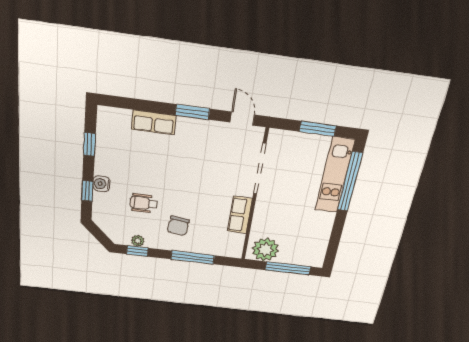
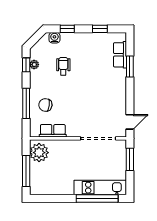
window: (192, 112) -> (130, 67), moved
row of seats: (154, 122) -> (120, 55), moved
window: (318, 129) -> (130, 159), moved
water cooler: (101, 184) -> (54, 38), moved
row of seats: (240, 215) -> (53, 131), moved
chair: (178, 226) -> (45, 105), moved

